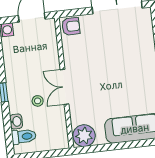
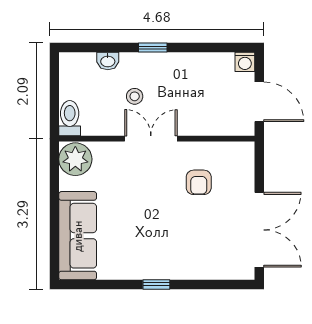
armchair: (71, 26) -> (199, 182), moved
toilet: (24, 137) -> (70, 118), moved, turned 180

